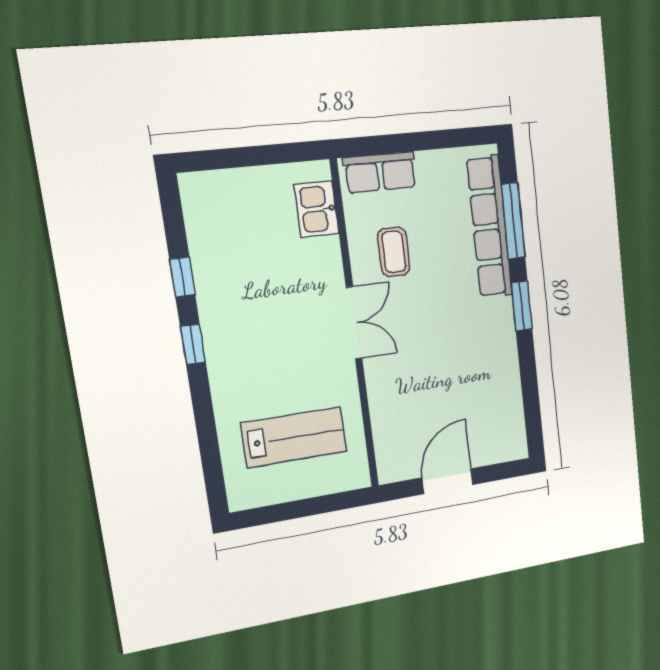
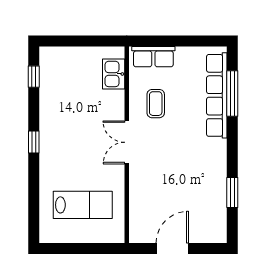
window: (182, 277) -> (34, 77), moved
window: (522, 306) -> (232, 193), moved
double door: (354, 323) -> (127, 142), swing flipped

